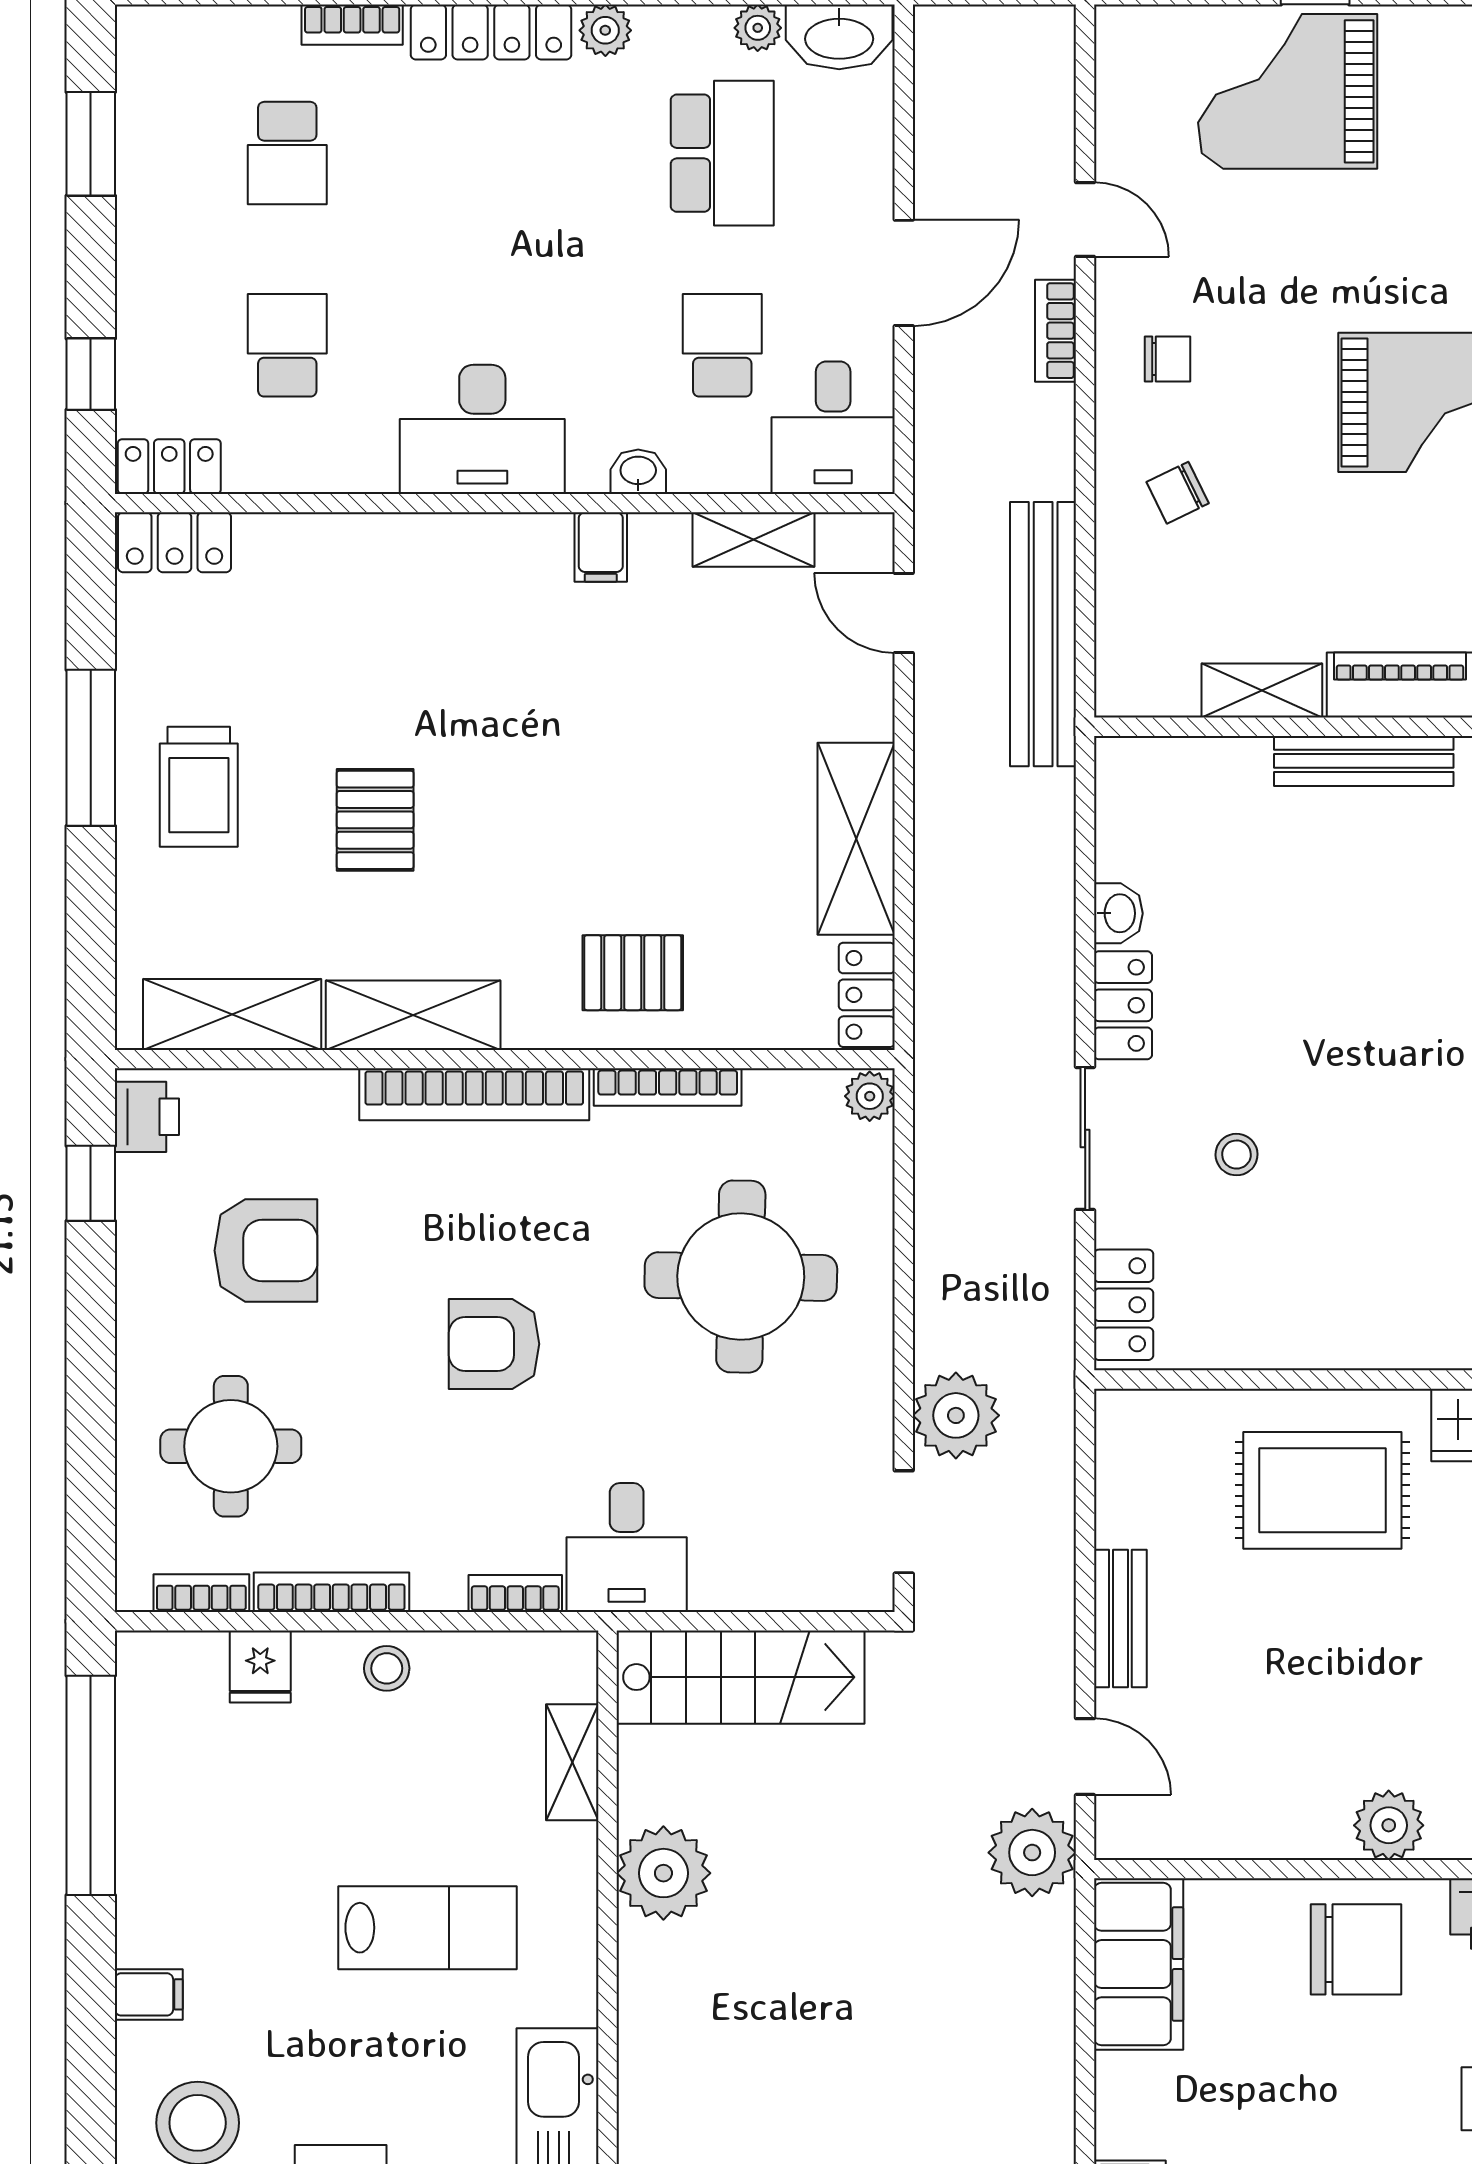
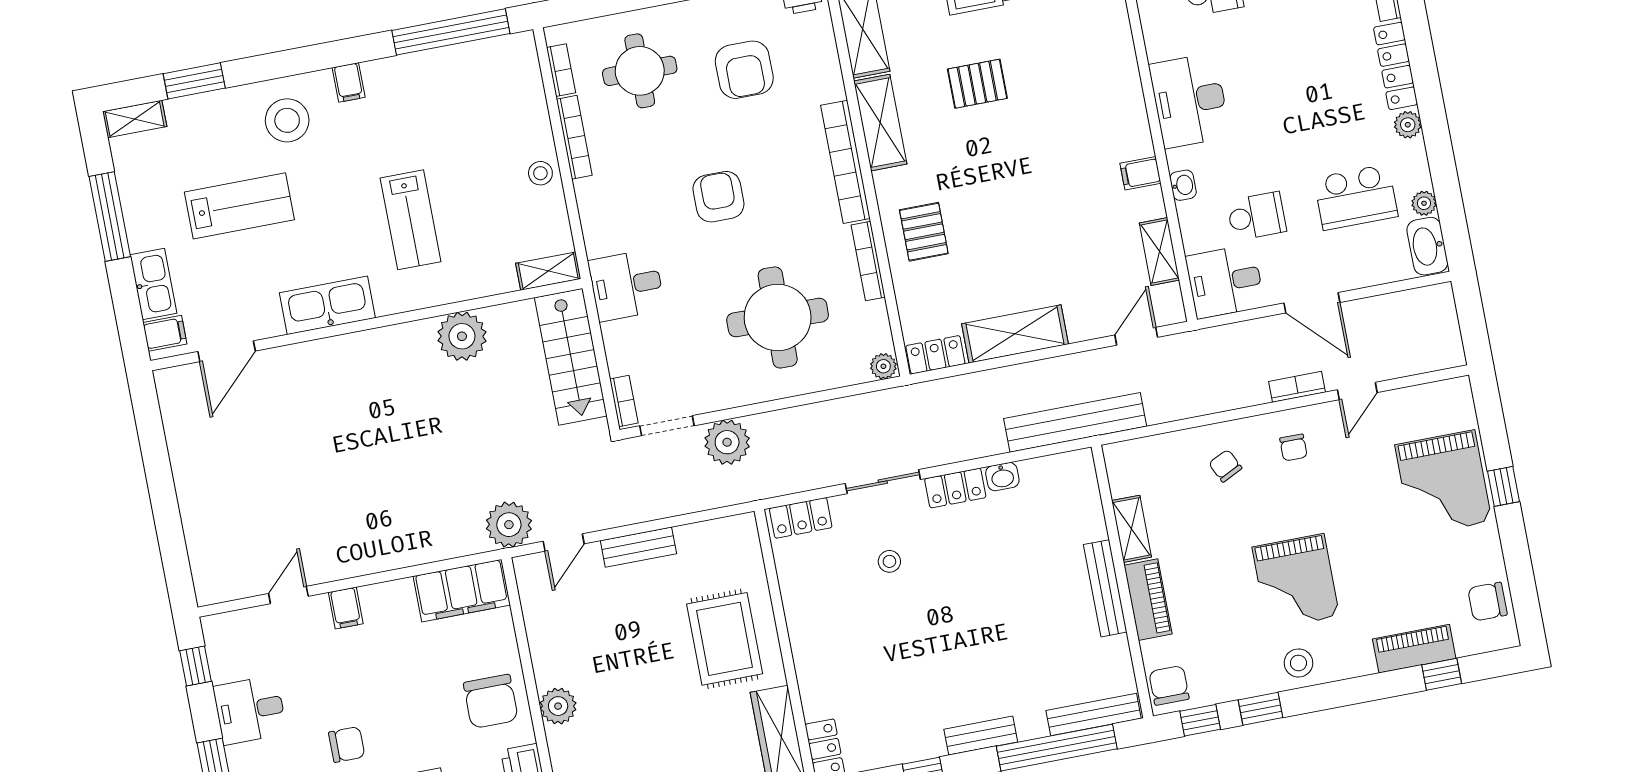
grand piano: (1288, 91) -> (1443, 483), turned 180
bench: (1043, 634) -> (1075, 422), moved
bookcase: (515, 1594) -> (624, 401), moved
fridge: (260, 1667) -> (529, 108), removed
shelving: (572, 1762) -> (548, 271), moved

